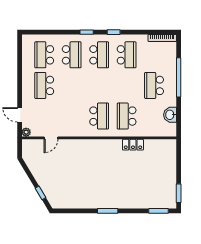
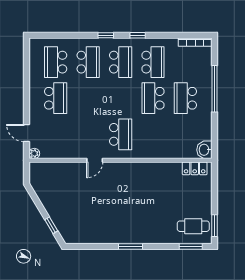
school desk: (44, 85) -> (56, 98), turned 180
washbasin: (170, 115) -> (204, 150), moved
school desk: (127, 116) -> (153, 98), moved
door: (51, 138) -> (95, 160), moved
locker: (133, 145) -> (195, 168), moved
cafe table: (161, 194) -> (193, 226), added

